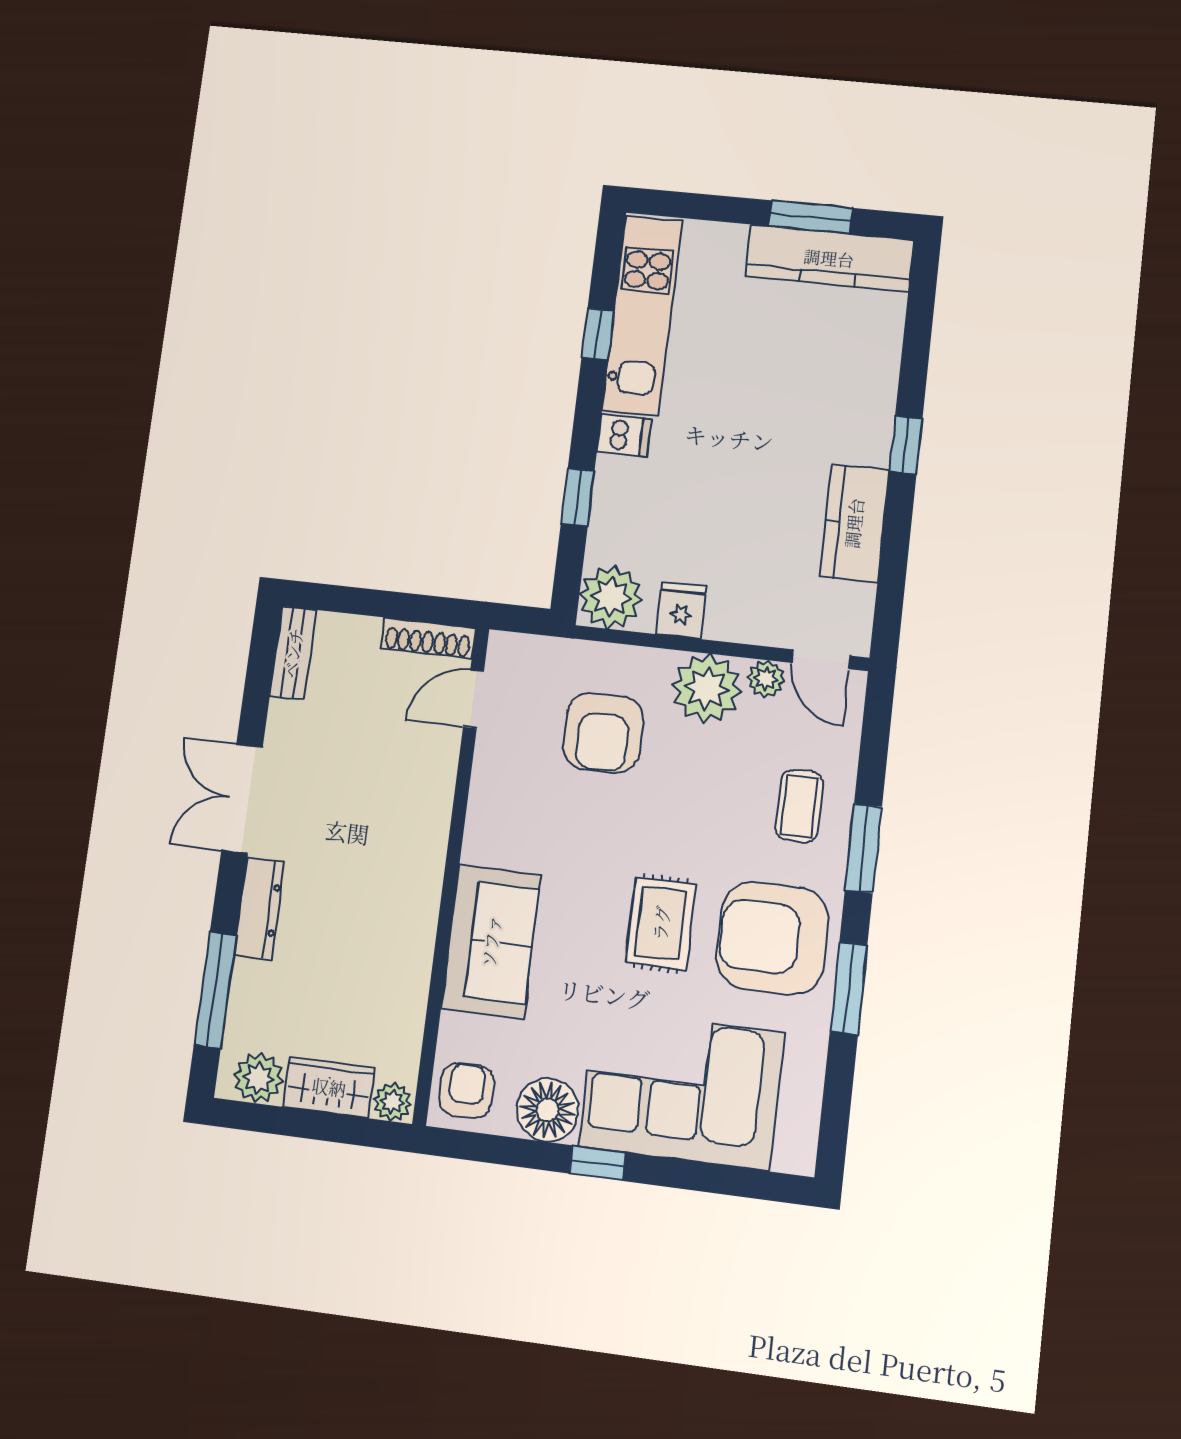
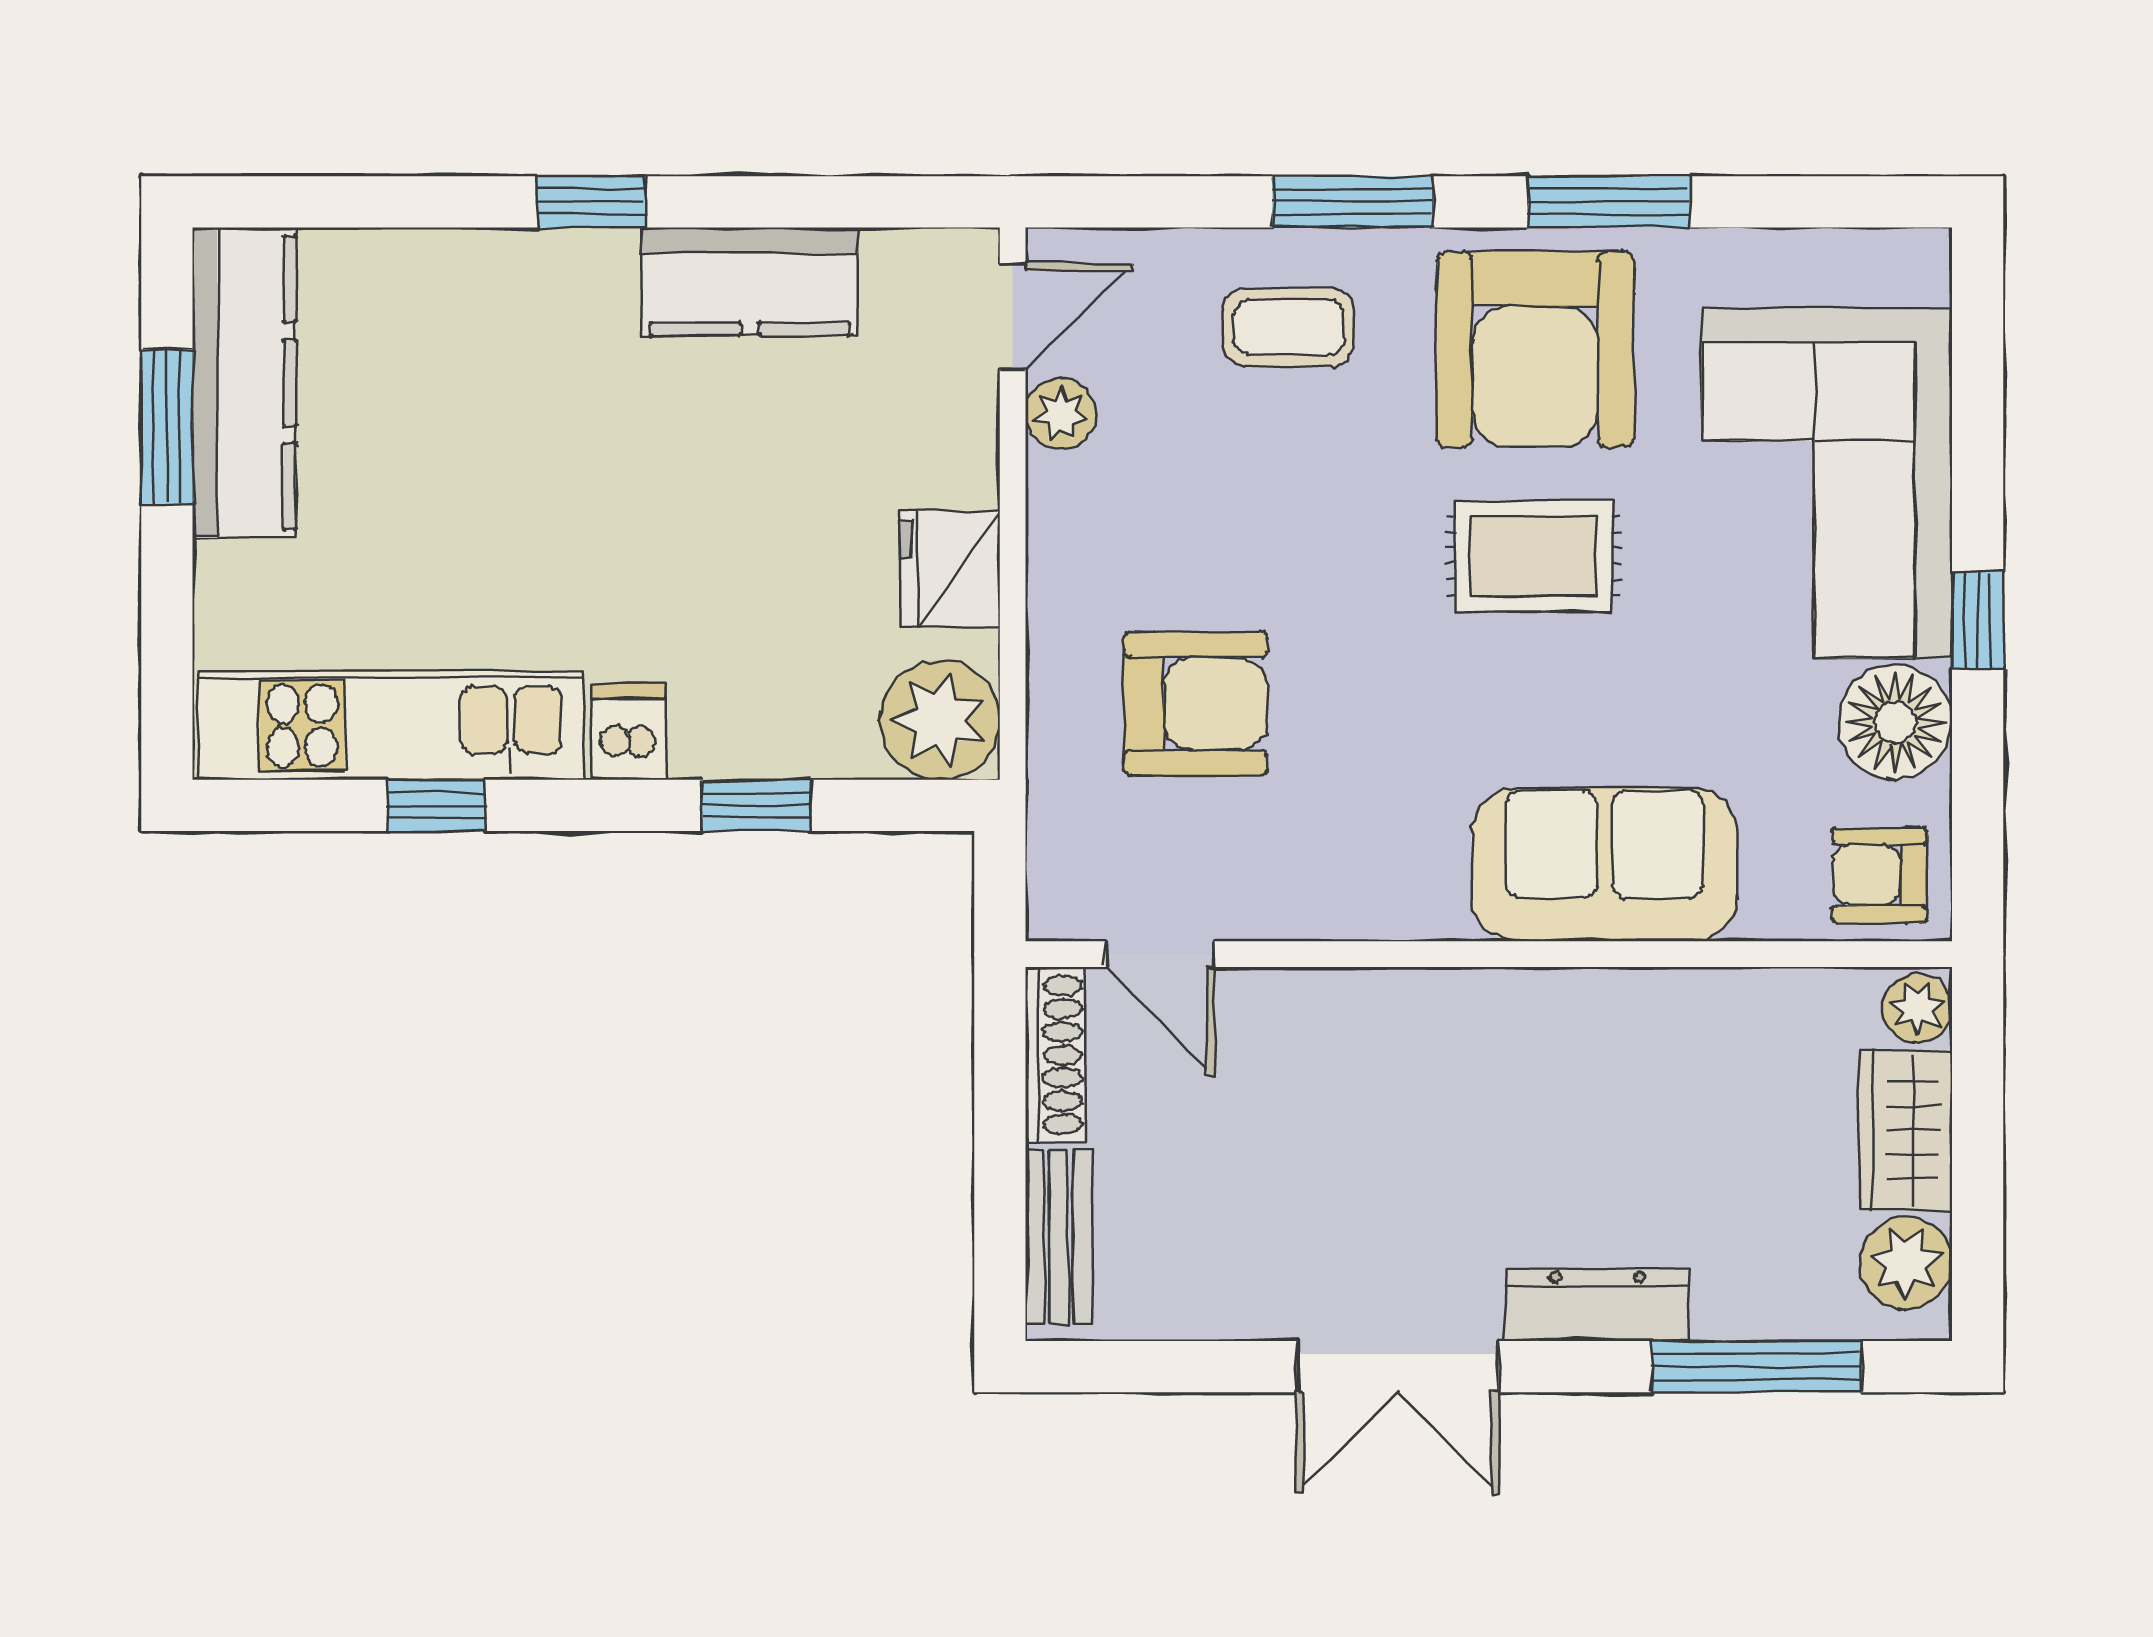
fridge: (681, 610) -> (950, 569), width x1.38
bench: (293, 653) -> (1059, 1237), moved, turned 90
plant: (707, 688) -> (1091, 521), removed

